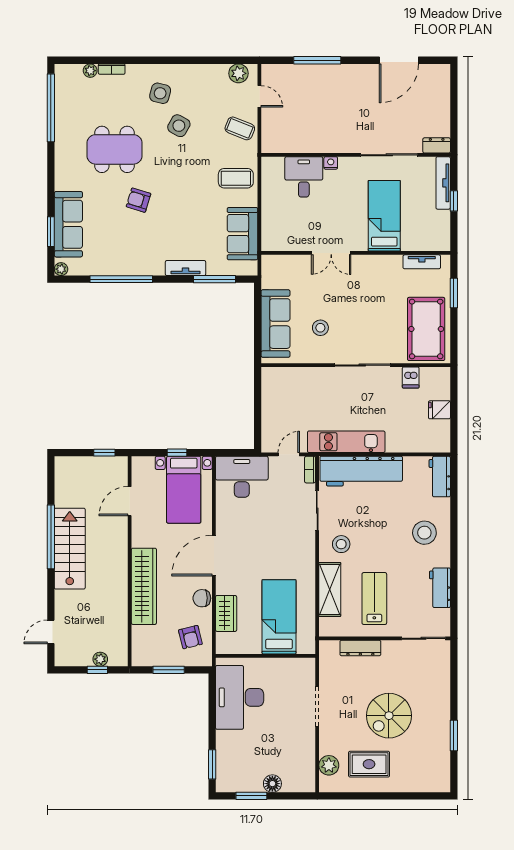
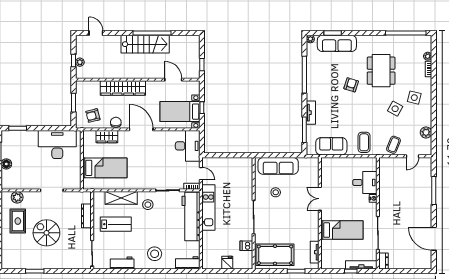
plant: (238, 73) -> (426, 132), moved

